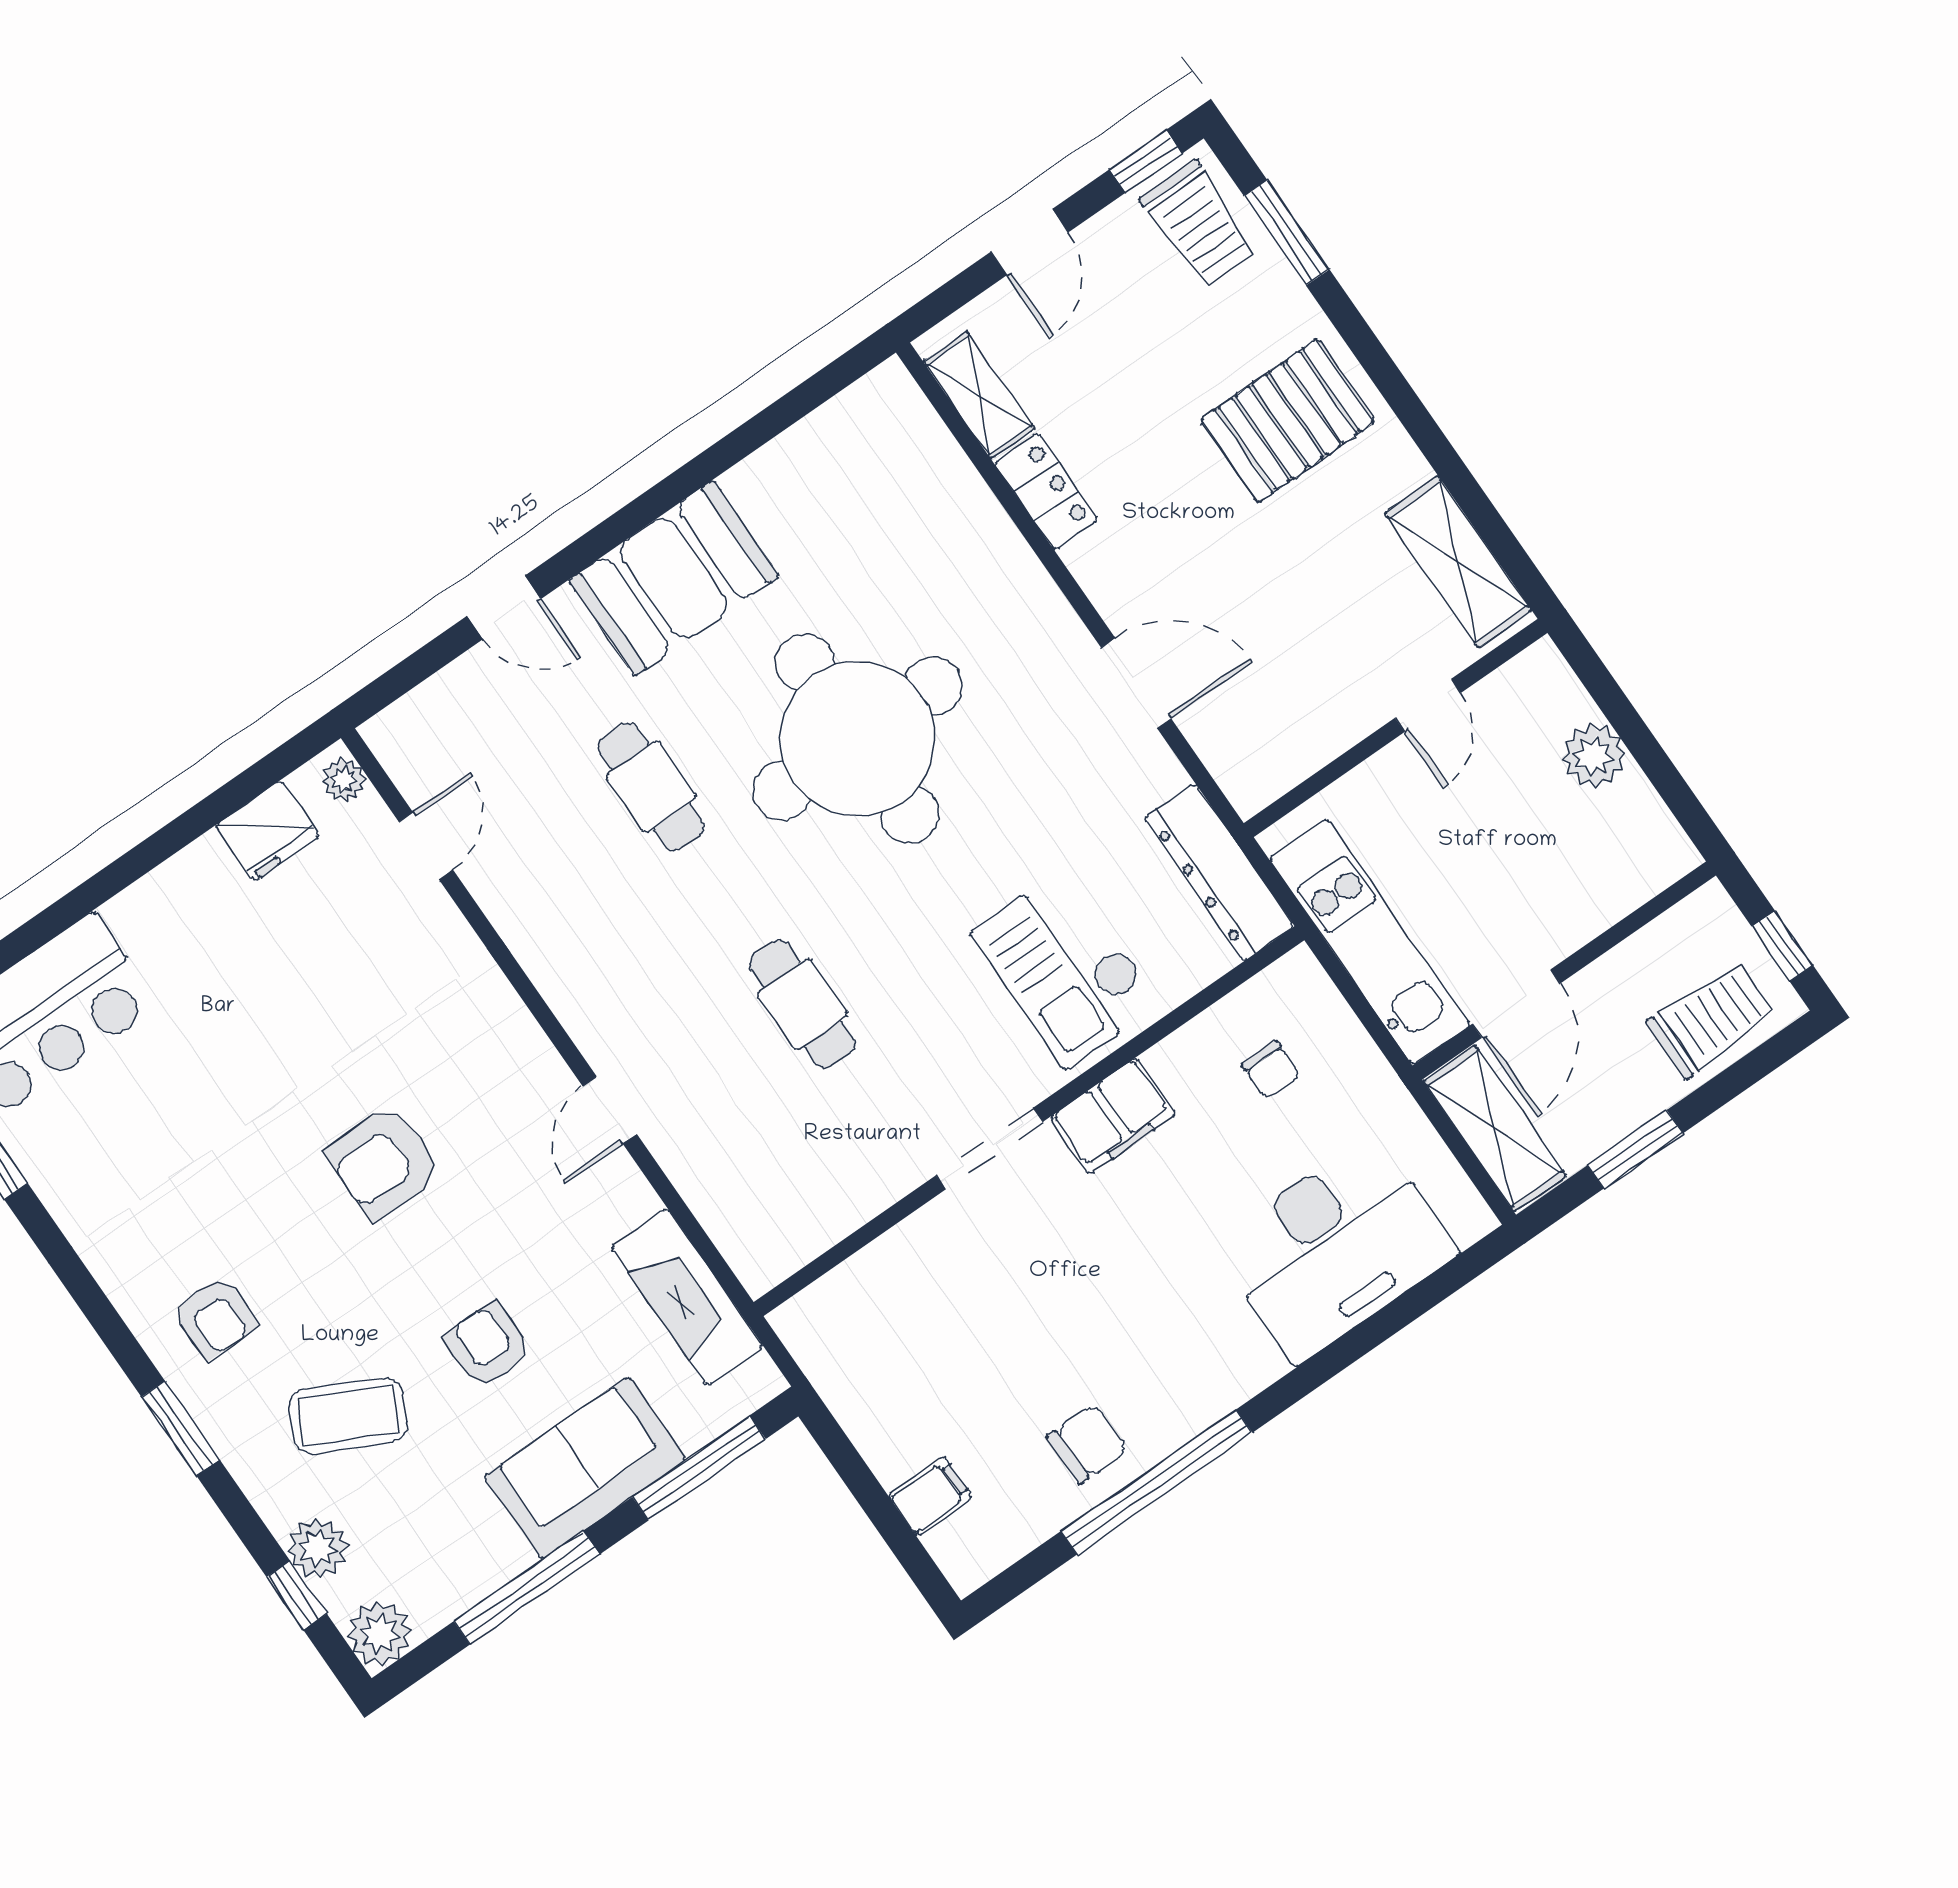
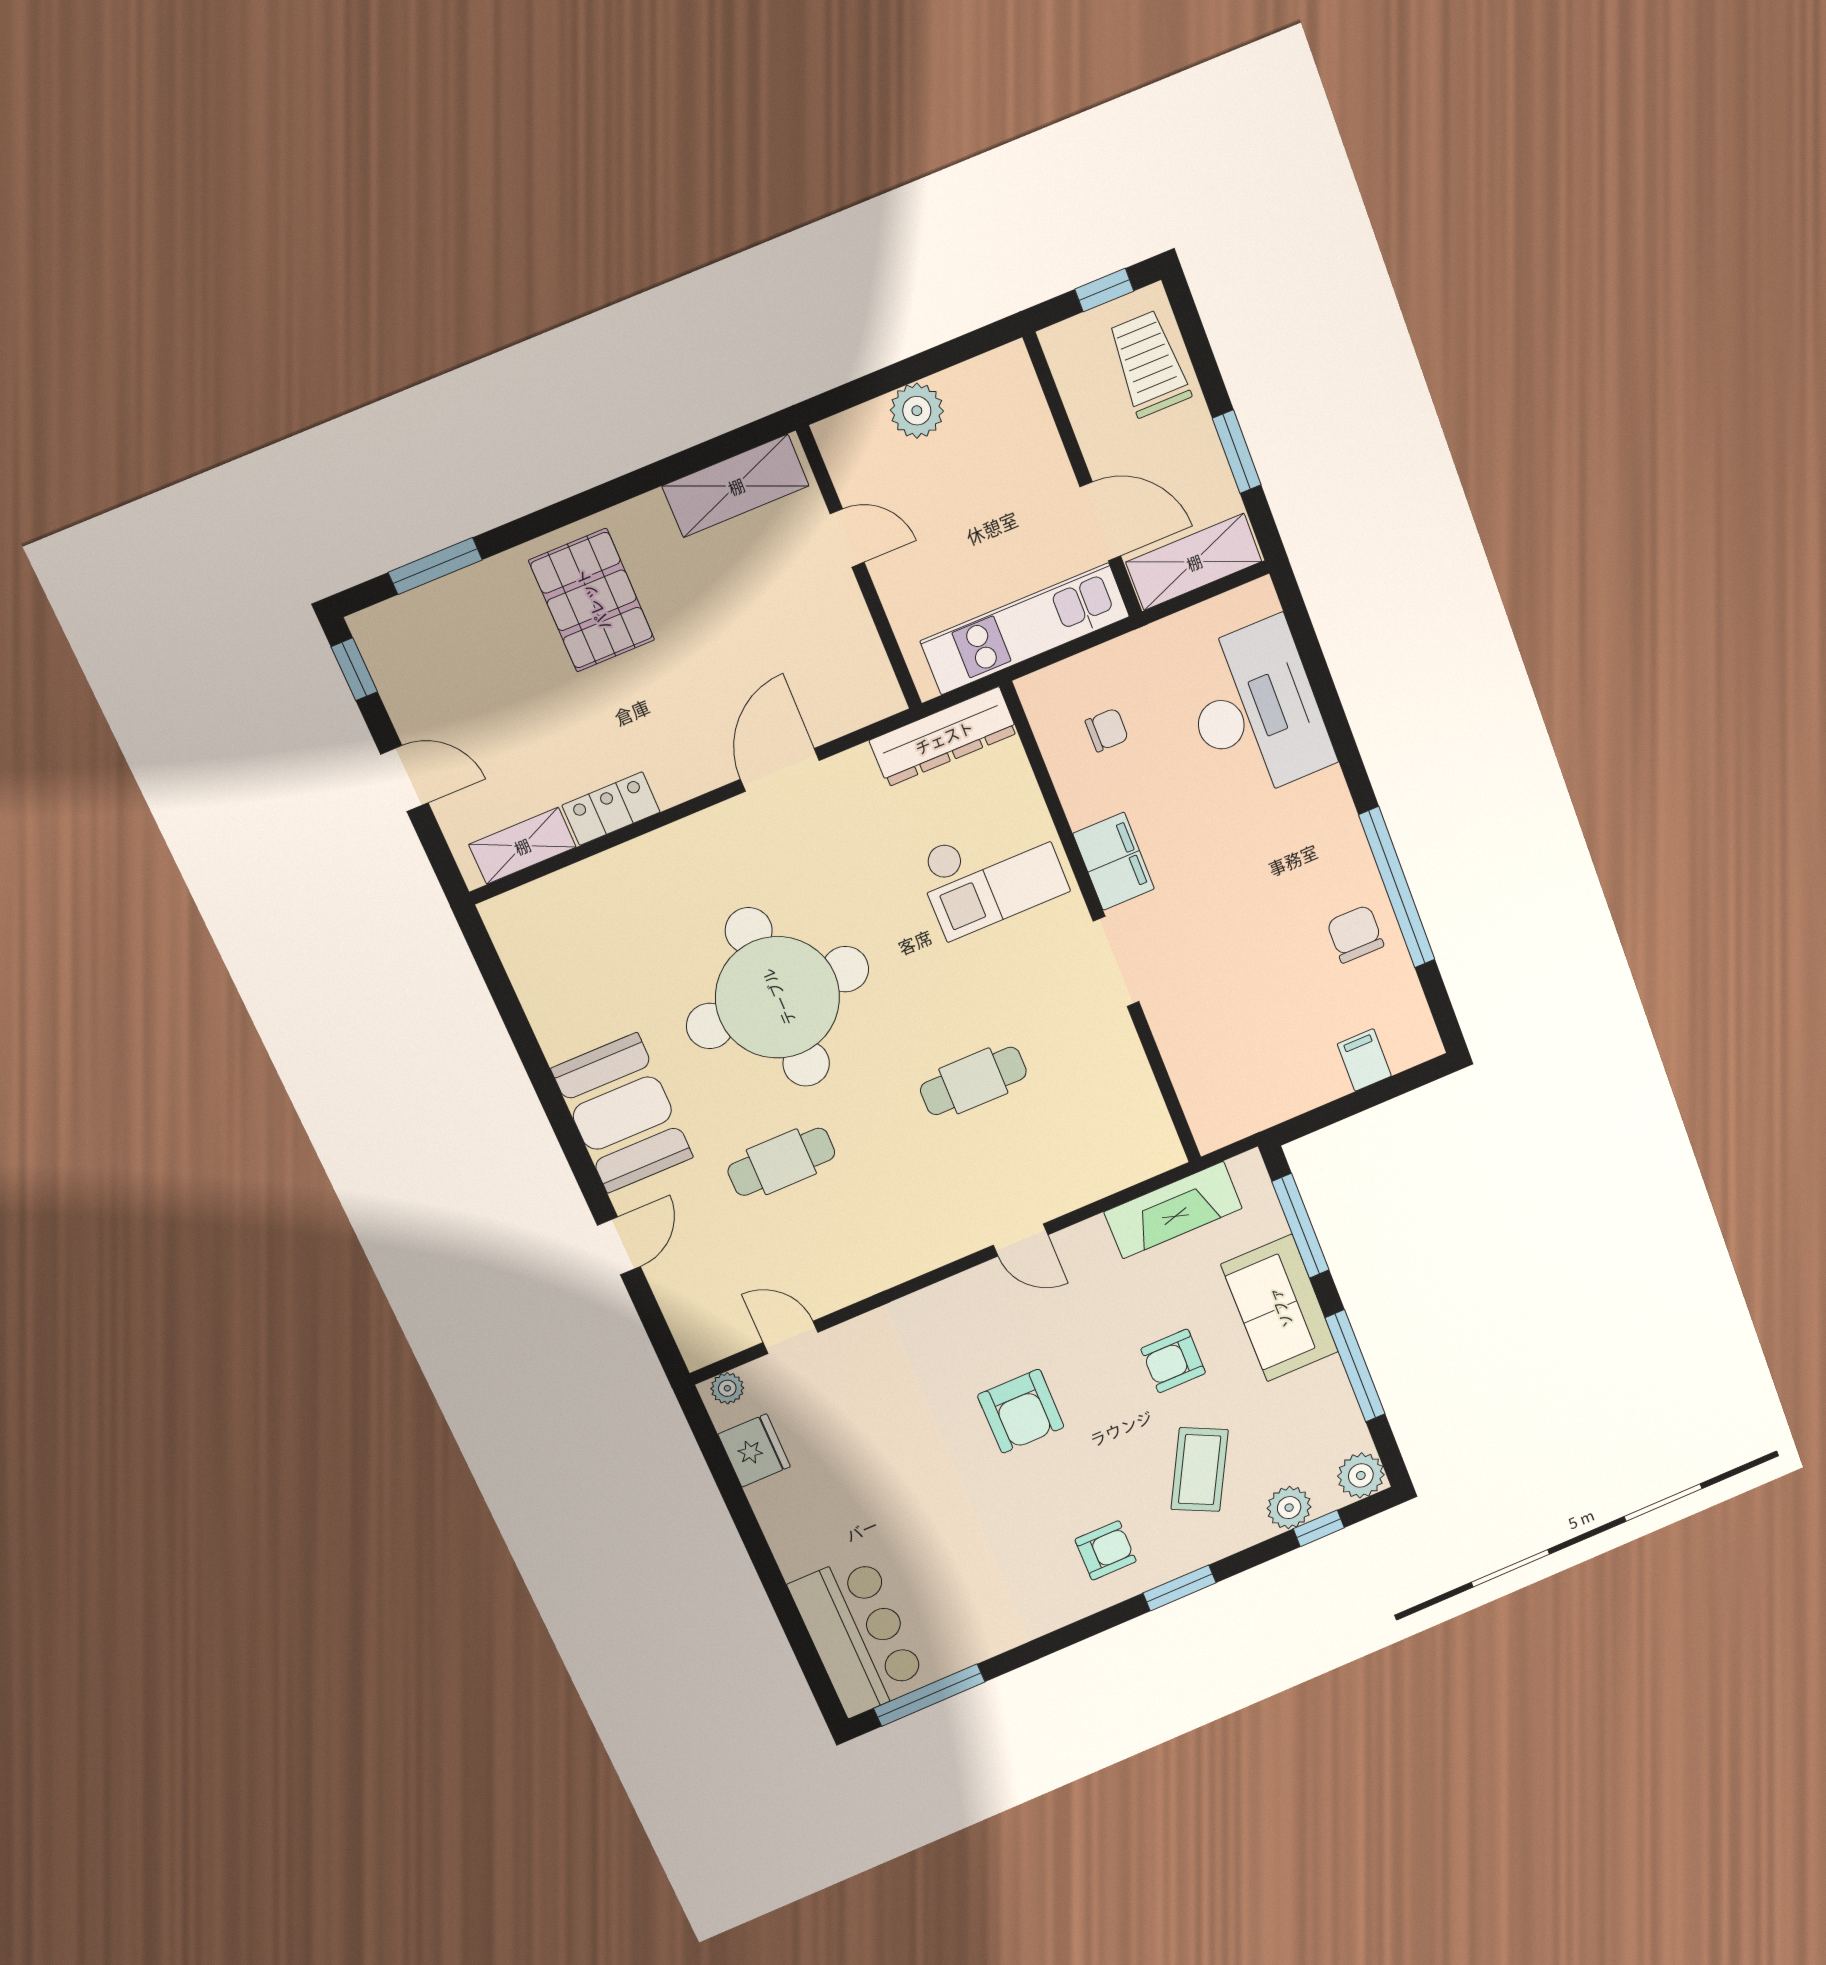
trolley: (1199, 224) -> (415, 637), removed

